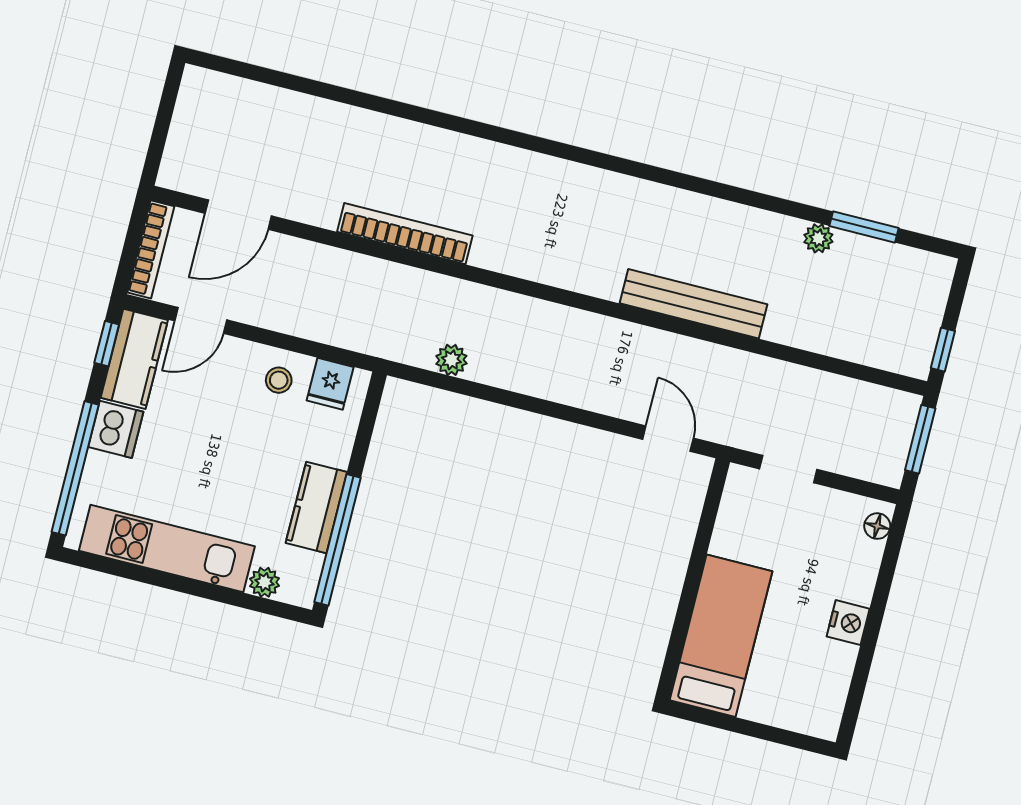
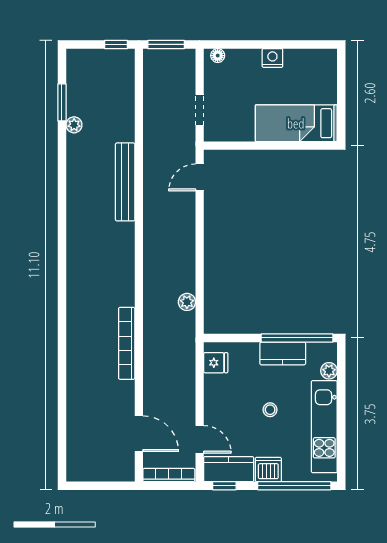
stool: (279, 380) -> (270, 410), moved

